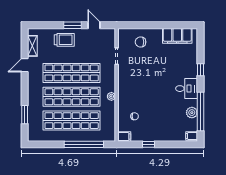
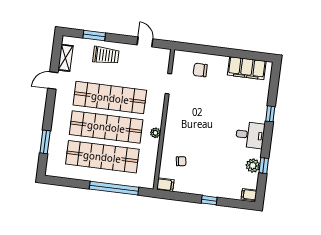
window: (72, 25) -> (94, 35), moved
window: (201, 111) -> (264, 166), width x0.32
window: (149, 144) -> (209, 200), moved

